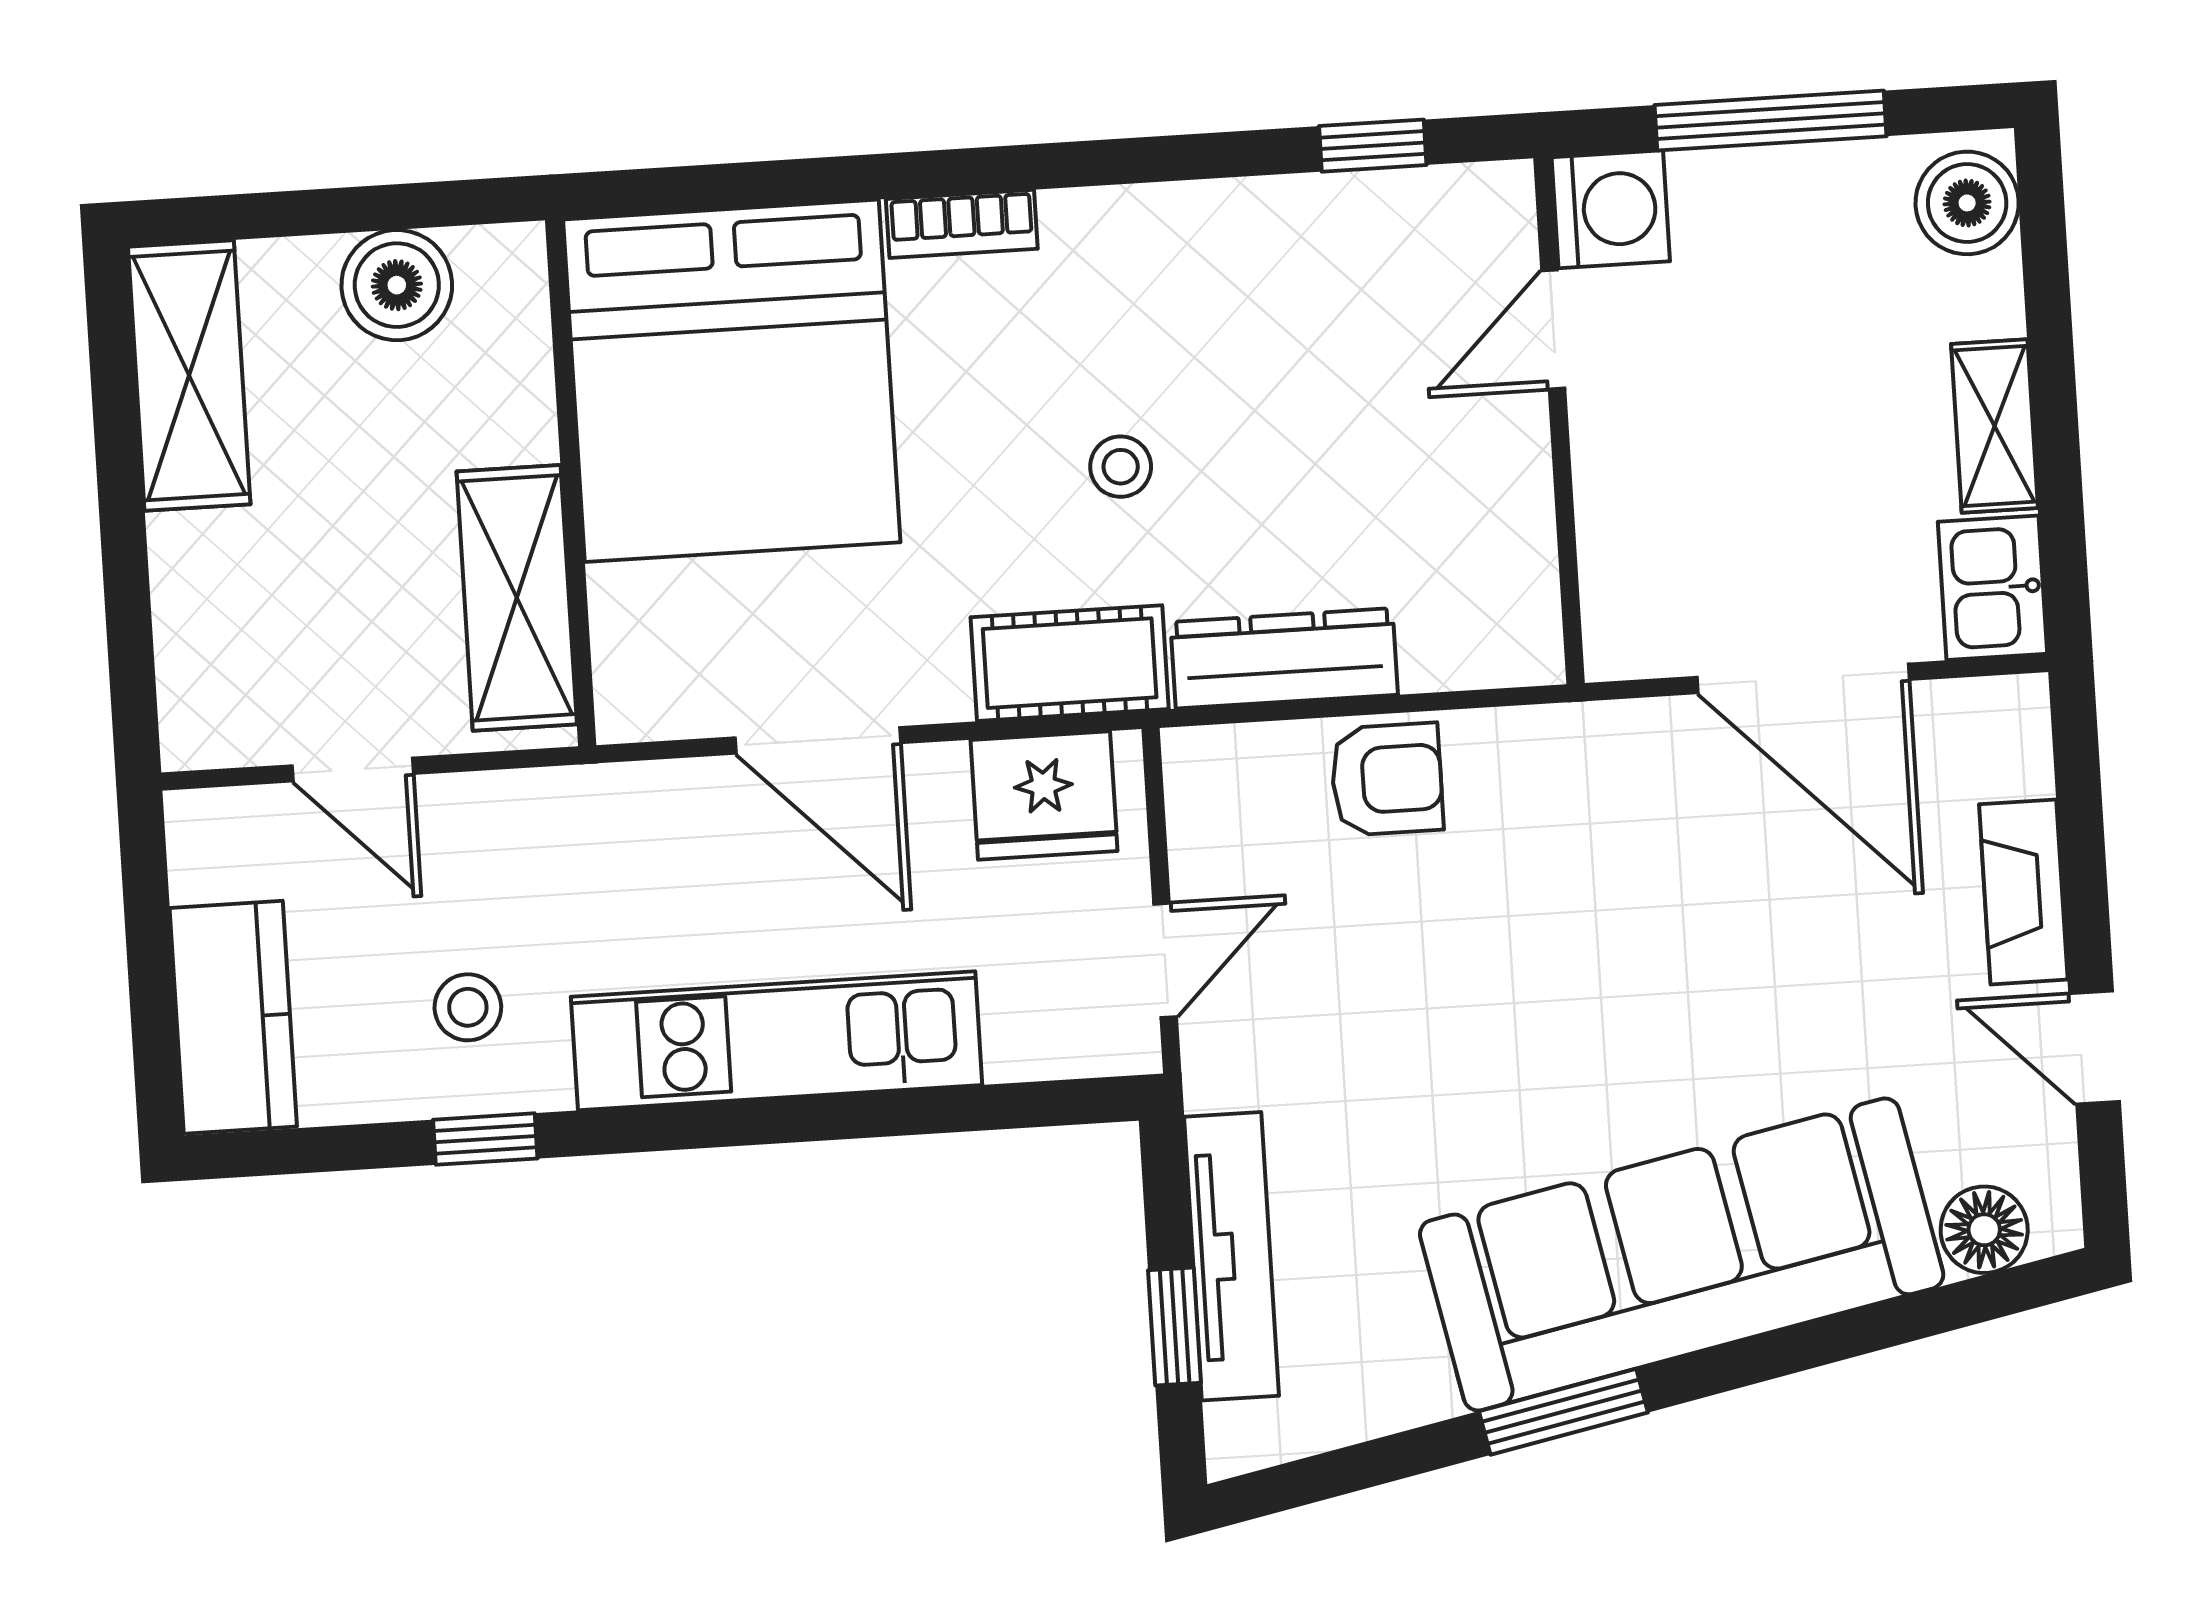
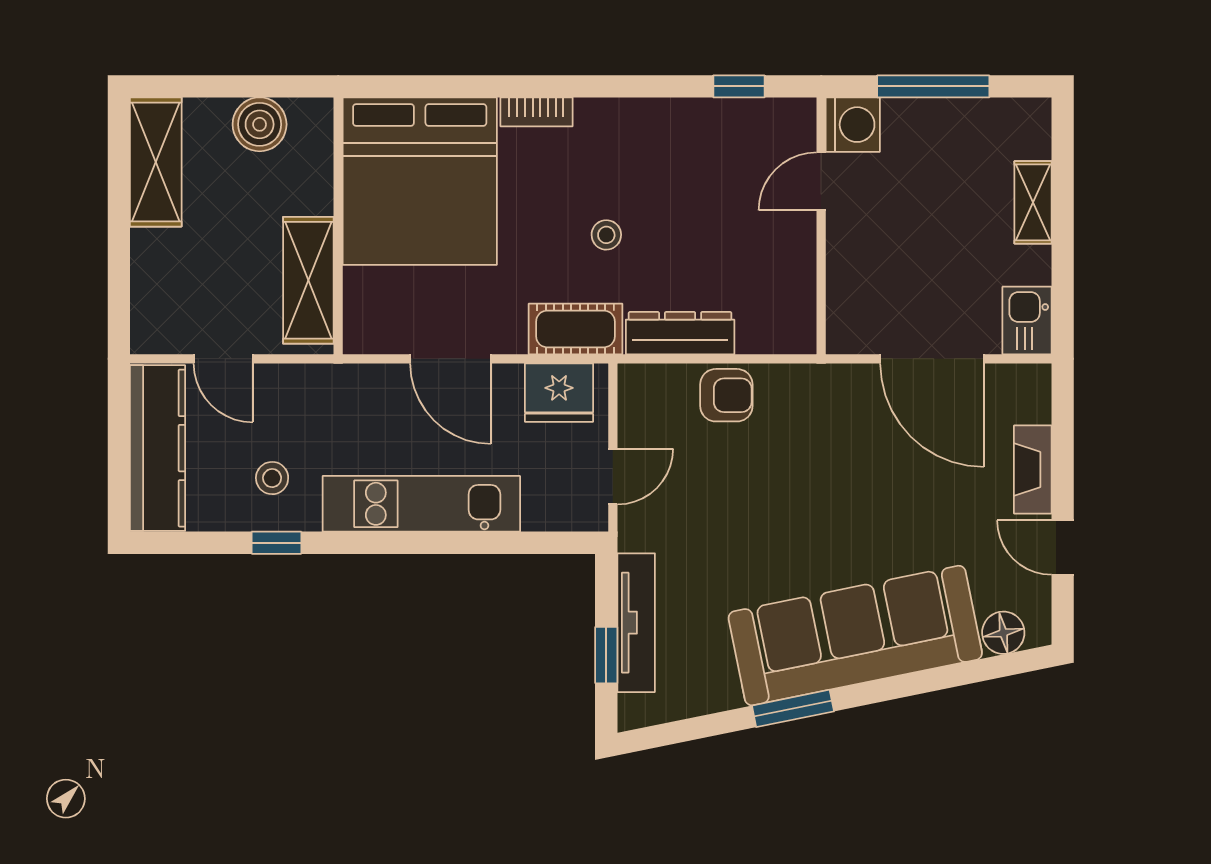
boiler: (1967, 203) -> (1026, 132), removed
shelving: (1995, 426) -> (1033, 202), moved
kitchen counter: (233, 1017) -> (158, 448), width x1.50

